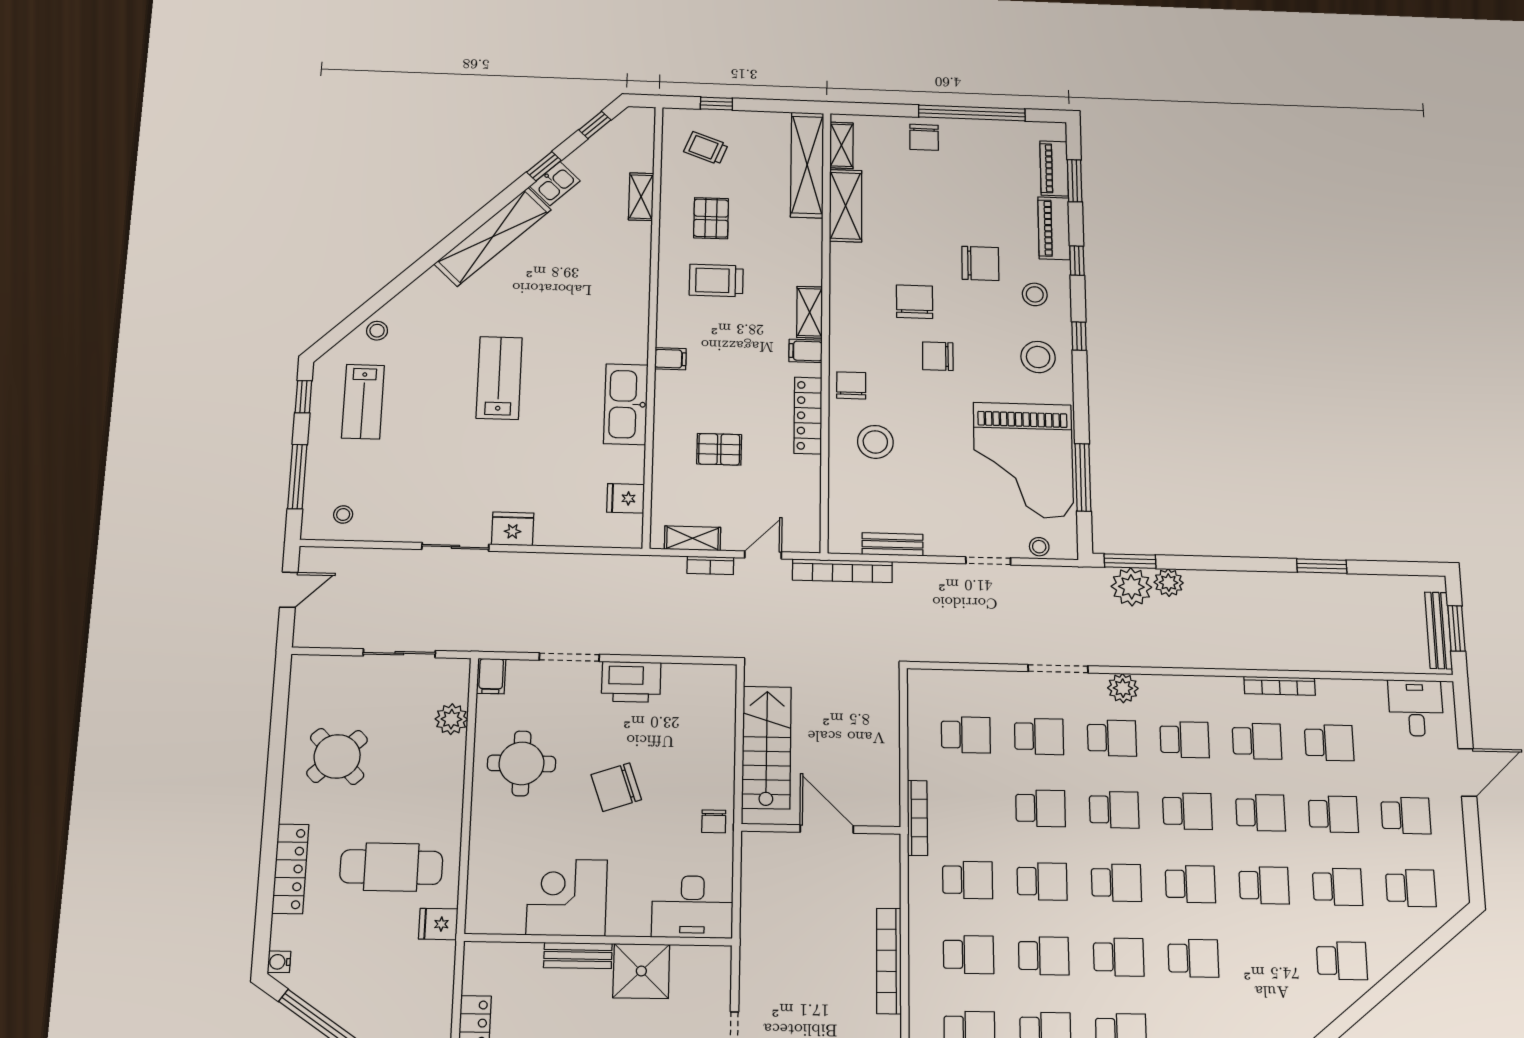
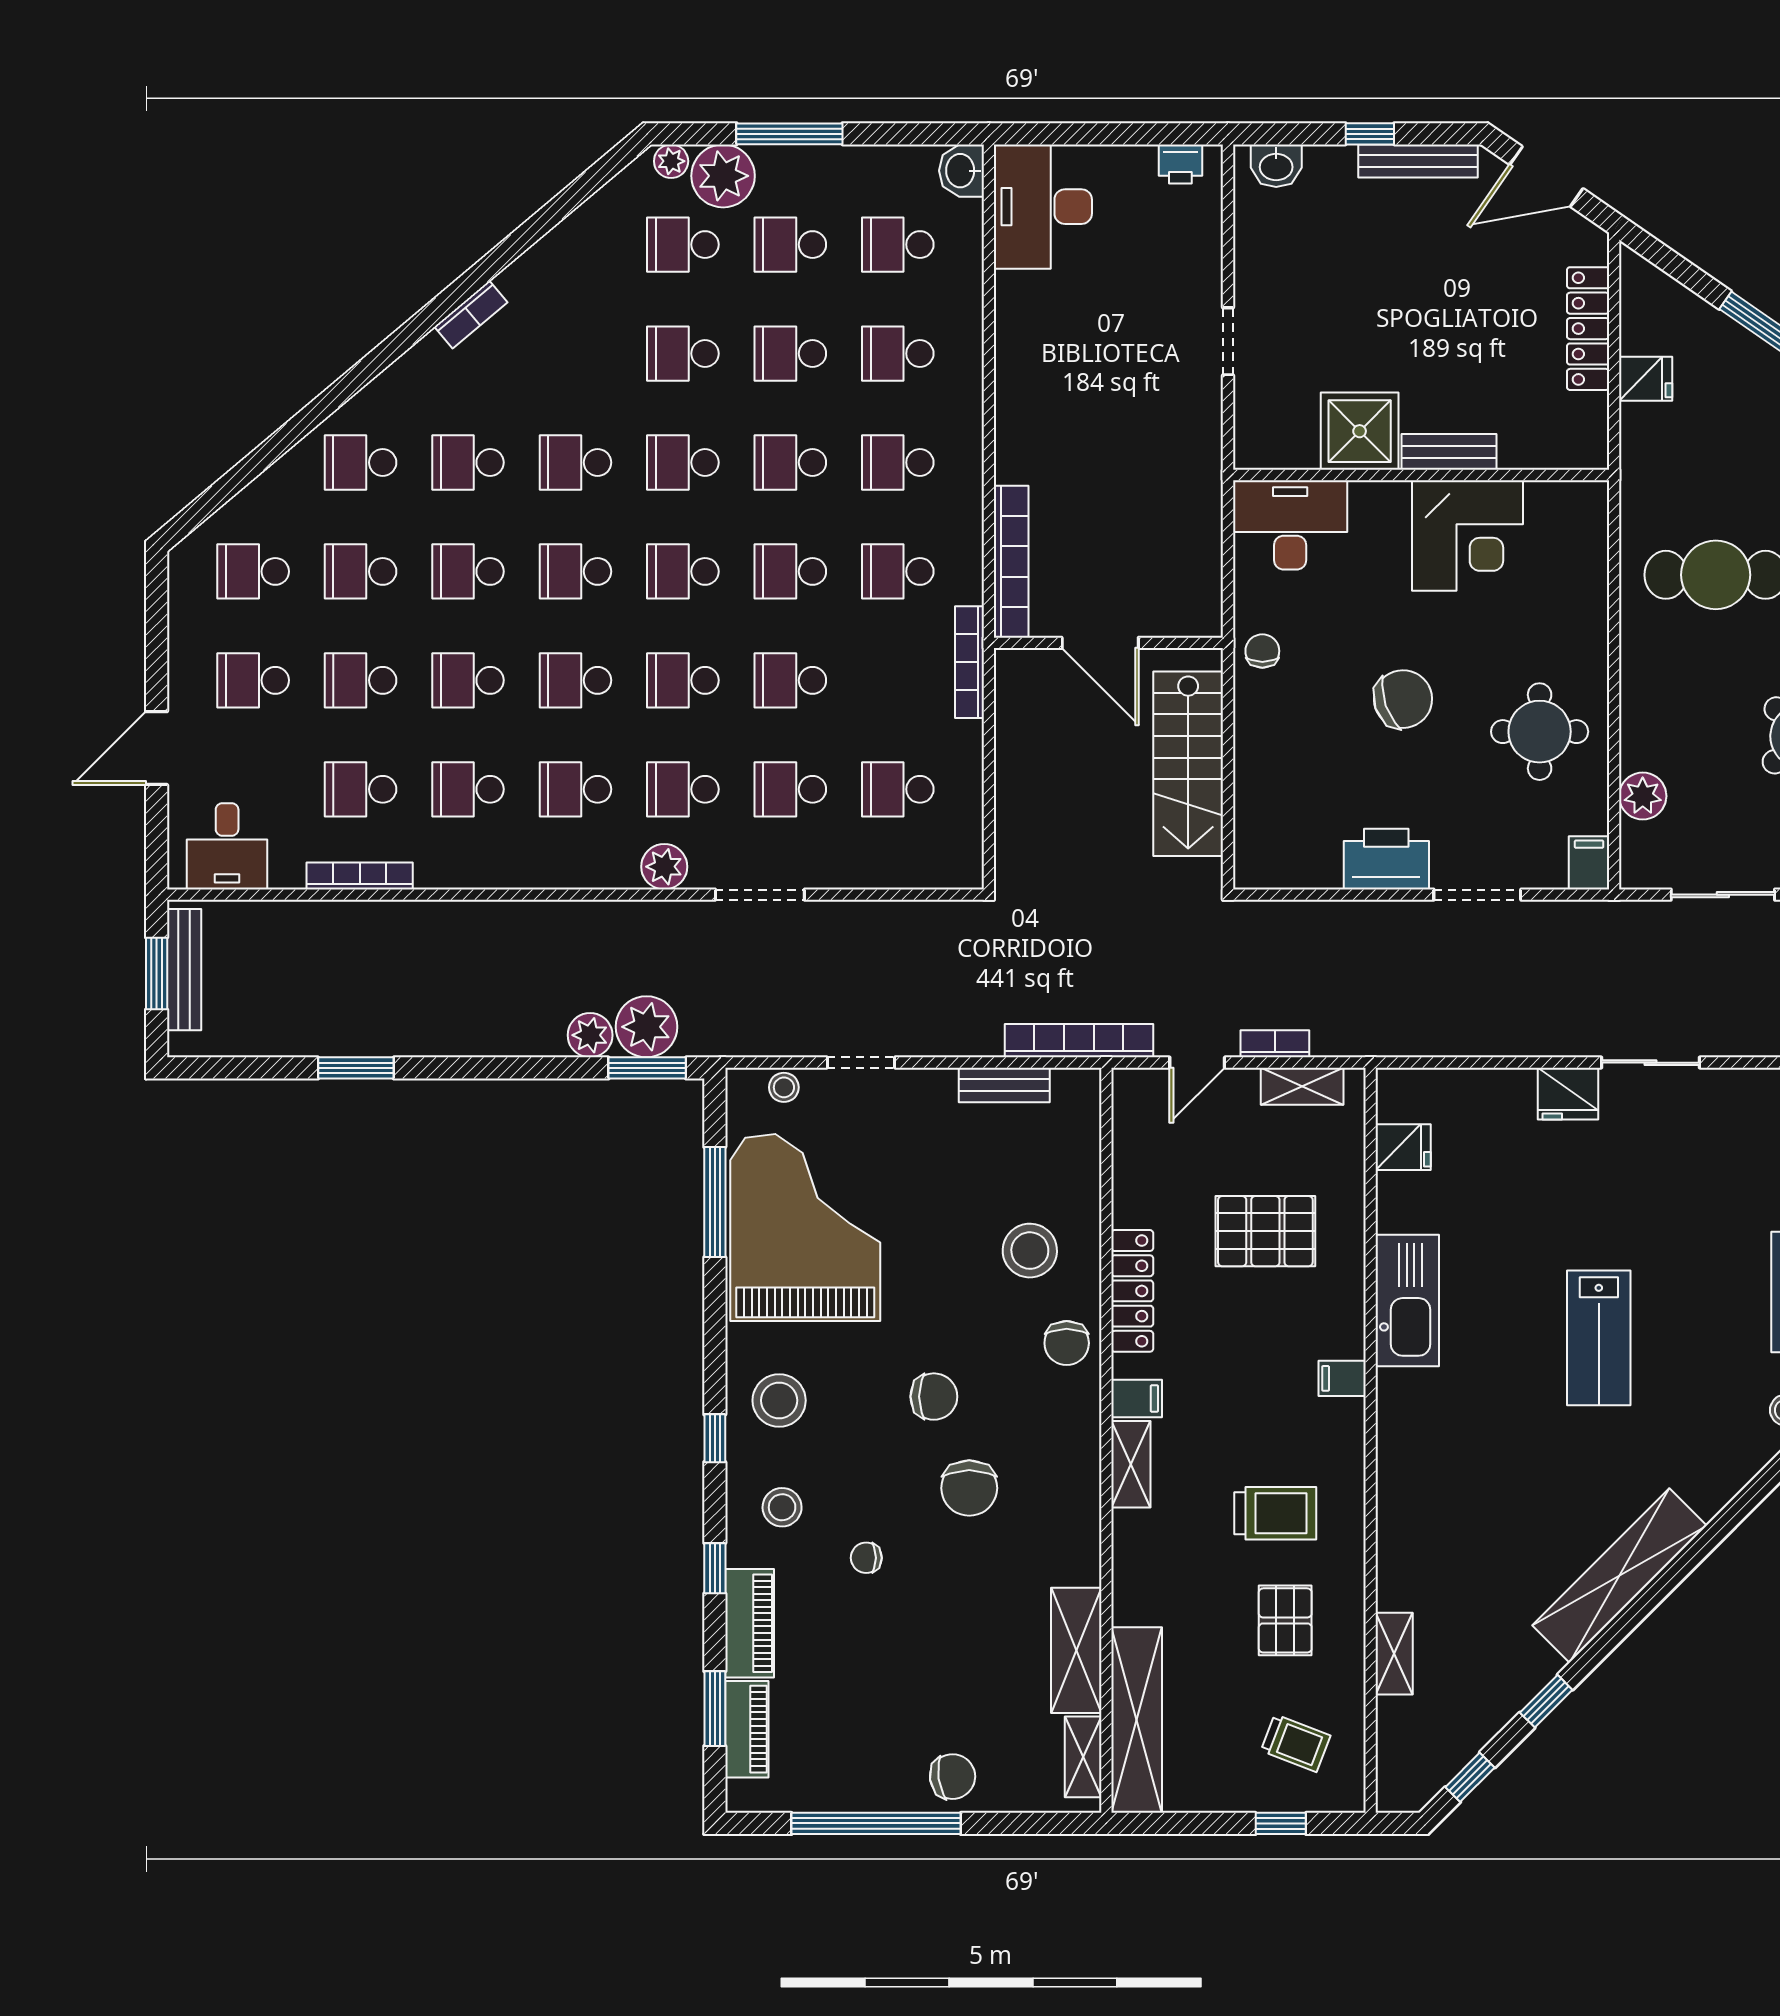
chair: (924, 137) -> (953, 1777), turned 82
kitchen sink: (555, 184) -> (1528, 1671), removed
chair: (980, 263) -> (866, 1558), width x0.54, depth x0.54
pallet: (719, 449) -> (1265, 1231), width x1.50, depth x1.42
bookcase: (1280, 686) -> (360, 876), moved
fridge: (438, 924) -> (1646, 379), moved
school desk: (1268, 959) -> (468, 462), added
bookcase: (889, 961) -> (1011, 562), moved

